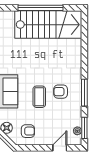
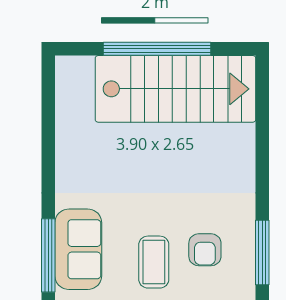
armchair: (61, 92) -> (205, 250), turned -90

